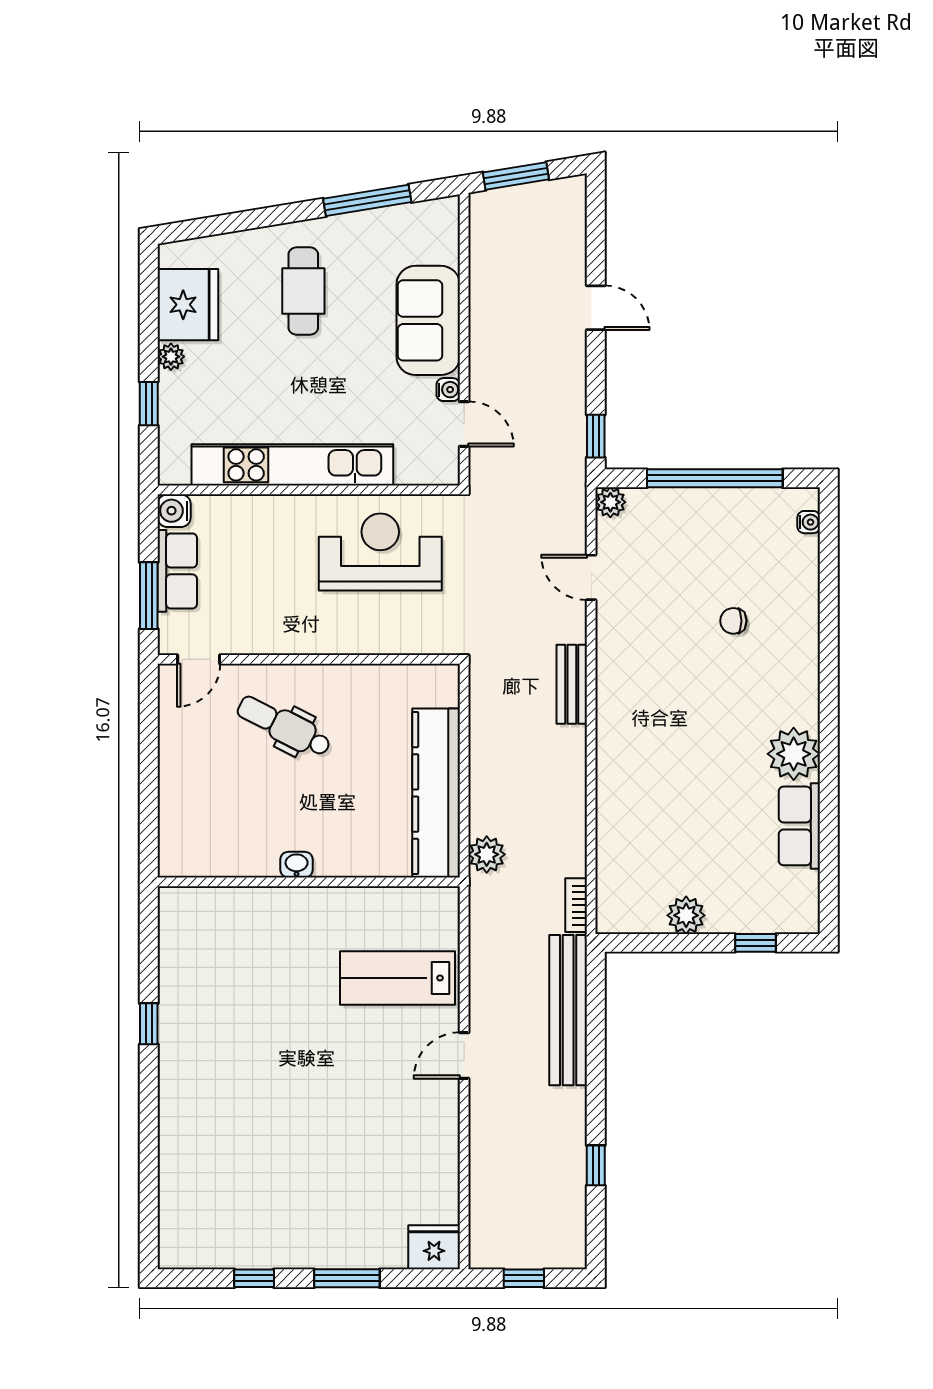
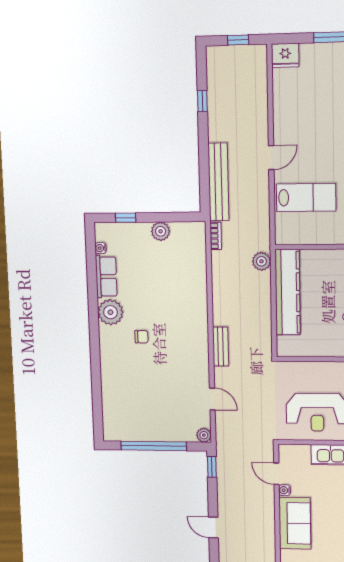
water cooler: (809, 522) -> (101, 248), moved
chair: (733, 621) -> (141, 337), moved

